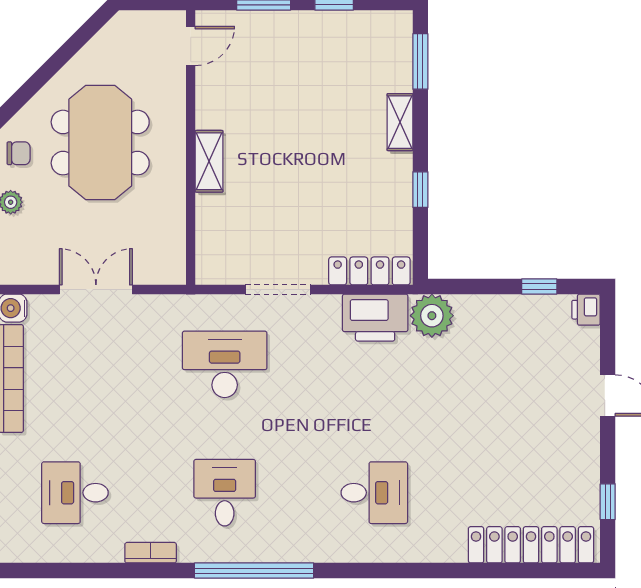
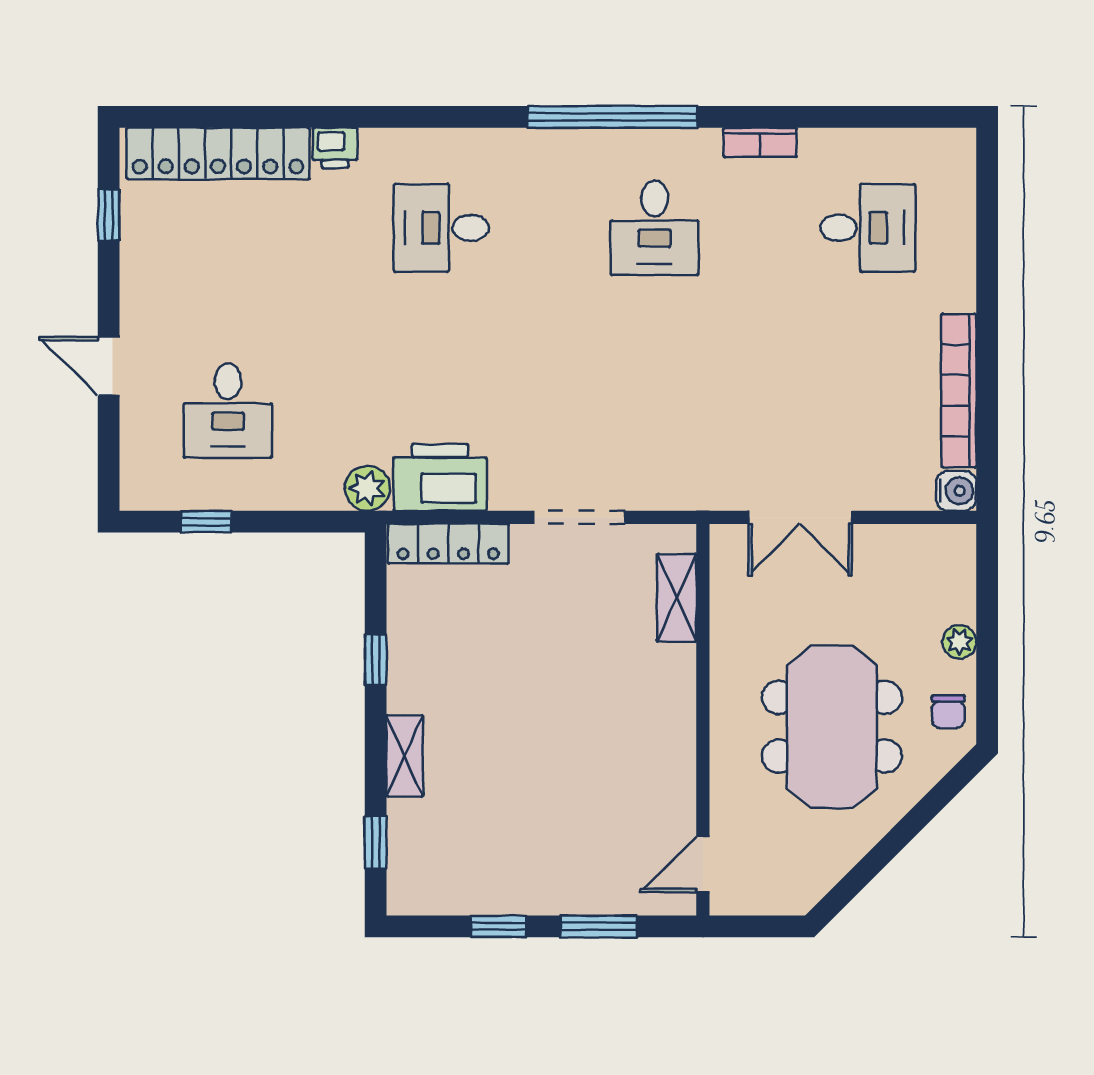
window: (420, 61) -> (376, 842), width x0.67
chair: (19, 153) -> (948, 712), turned -90
shelving: (209, 161) -> (677, 598), moved
double door: (96, 290) -> (800, 517), moved
printer: (586, 310) -> (335, 148), moved, turned 90
plant: (432, 316) -> (367, 488), width x0.73, depth x0.73
desk: (225, 364) -> (228, 411), moved, width x0.73

